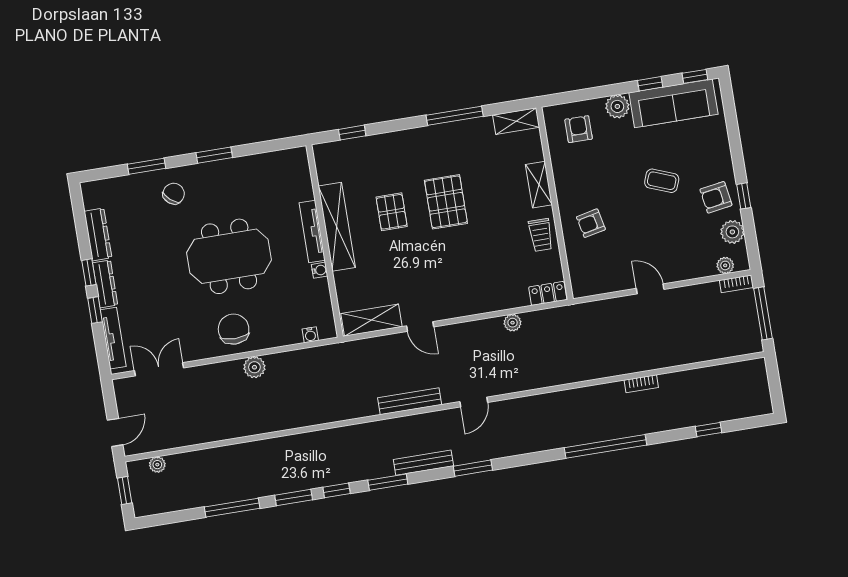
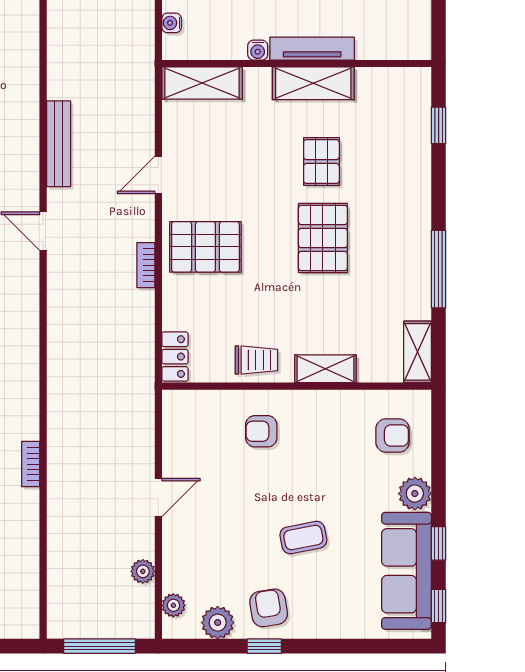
coffee table: (662, 181) -> (303, 538), turned 58
pallet: (446, 202) -> (323, 238), turned 90
pallet: (392, 212) -> (321, 162), turned 90
armchair: (591, 223) -> (261, 431), turned -78
shelving: (337, 227) -> (313, 83), width x0.68
trolley: (541, 235) -> (256, 360), turned 180
pallet: (466, 284) -> (205, 247), added
bookcase: (736, 284) -> (146, 265), moved
shelving: (372, 320) -> (202, 83), moved, turned 90
plant: (513, 323) -> (143, 571), moved

